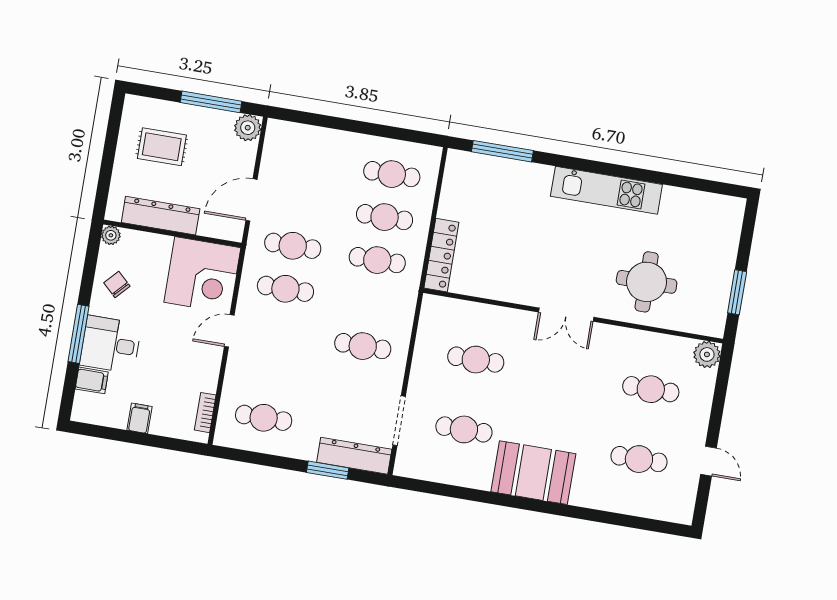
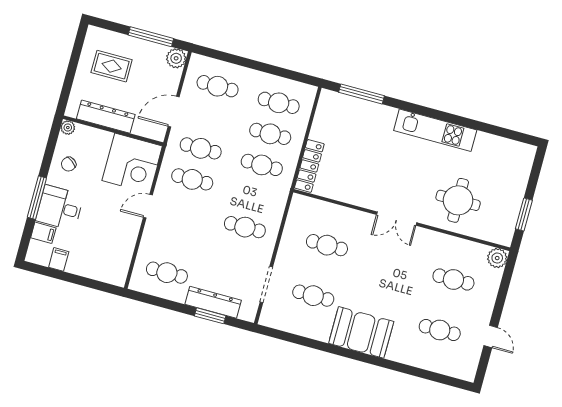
cafe table: (307, 160) -> (218, 86), added
chair: (117, 284) -> (69, 164), turned -96
bookcase: (205, 413) -> (124, 265), removed
filing cabinet: (140, 418) -> (59, 259), moved
dresser: (354, 456) -> (213, 302), moved

